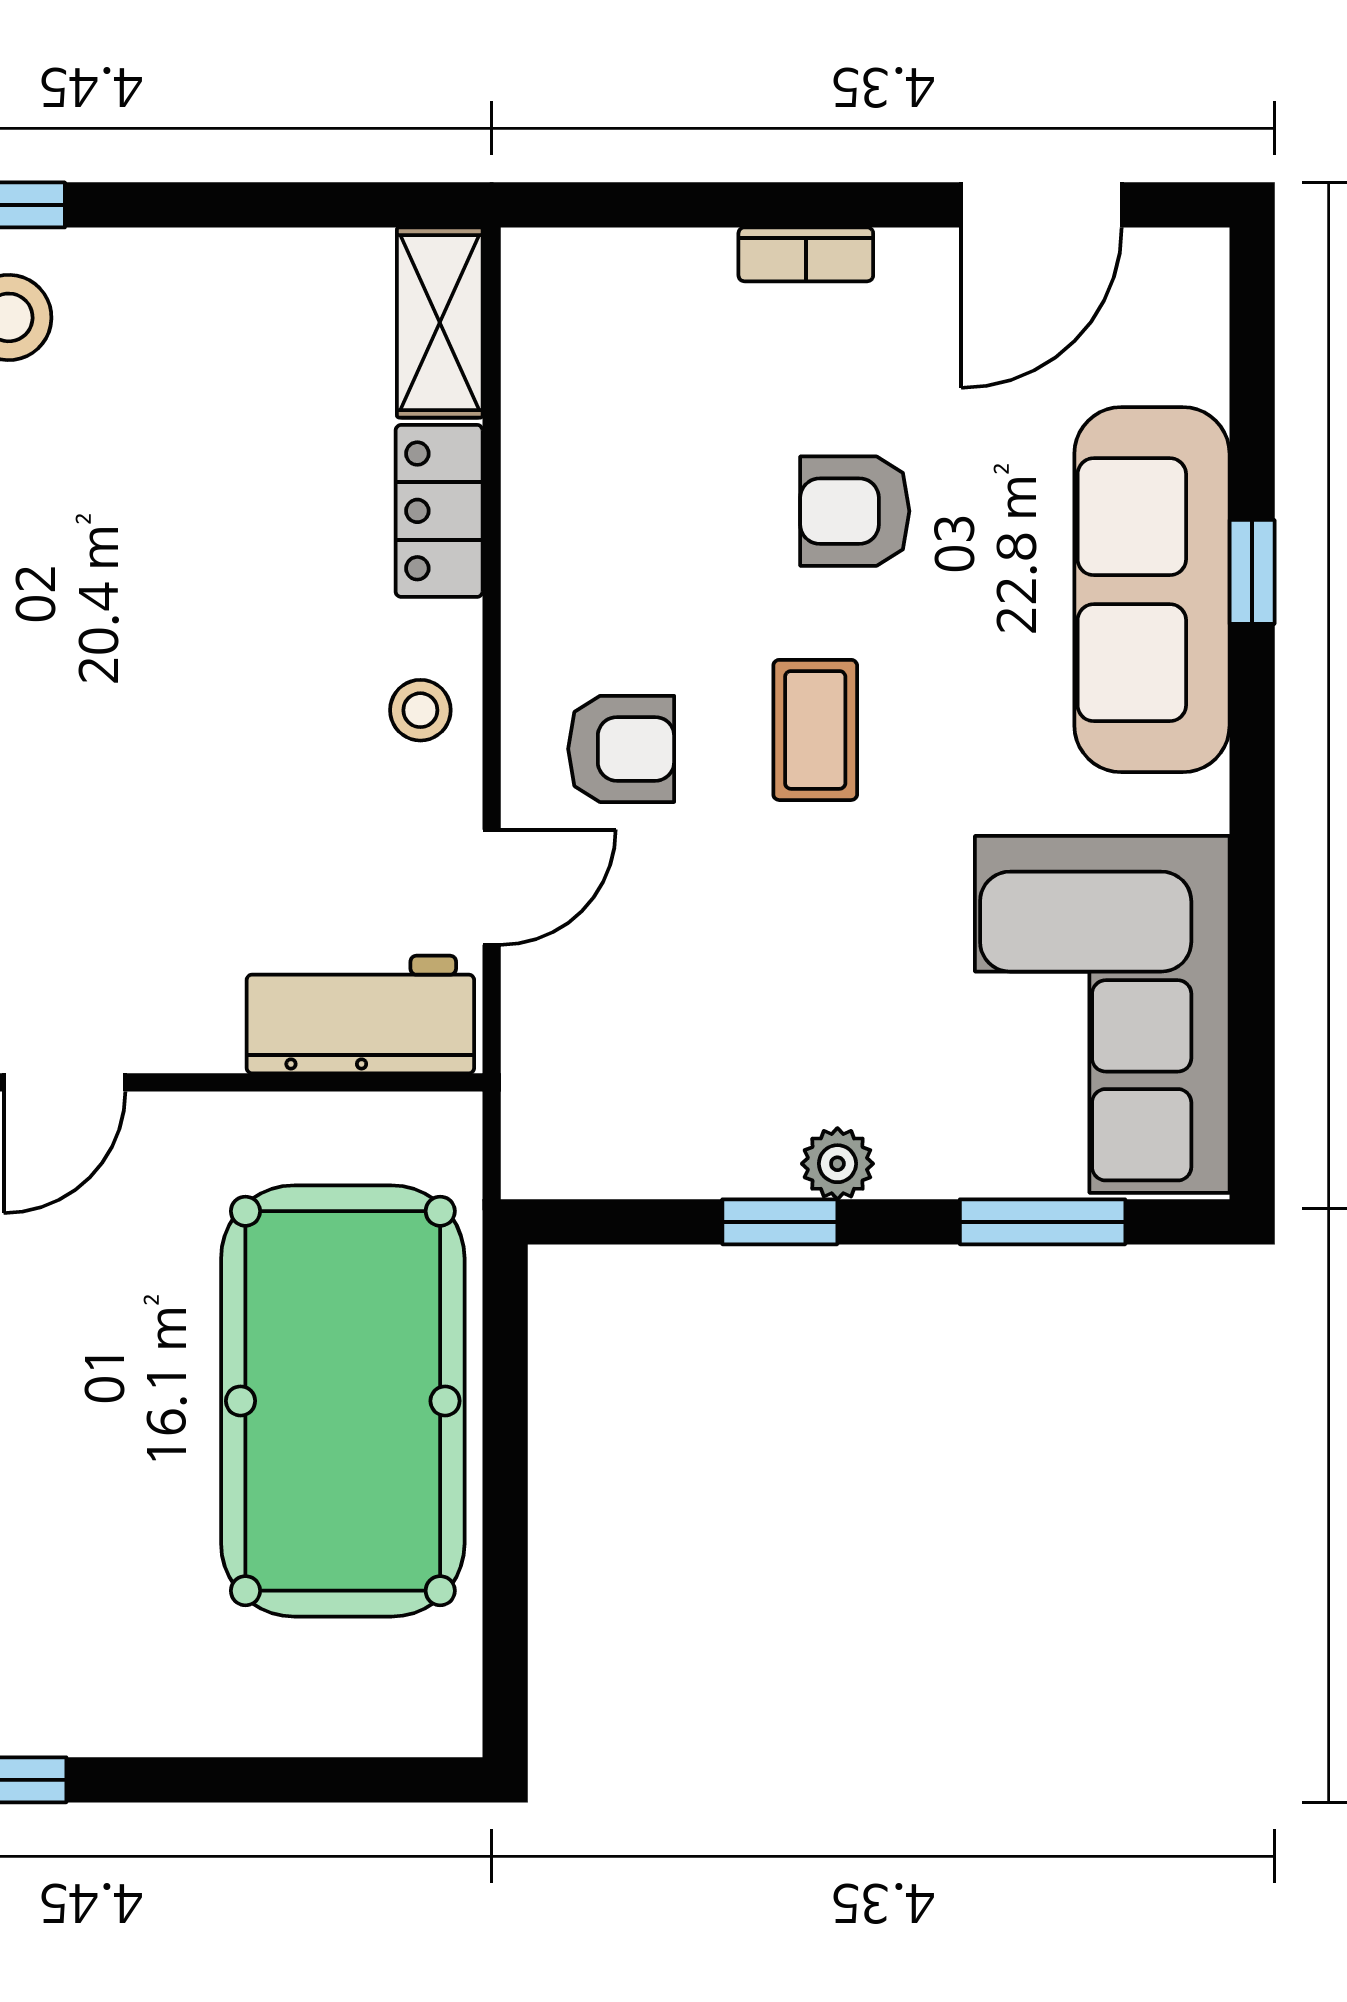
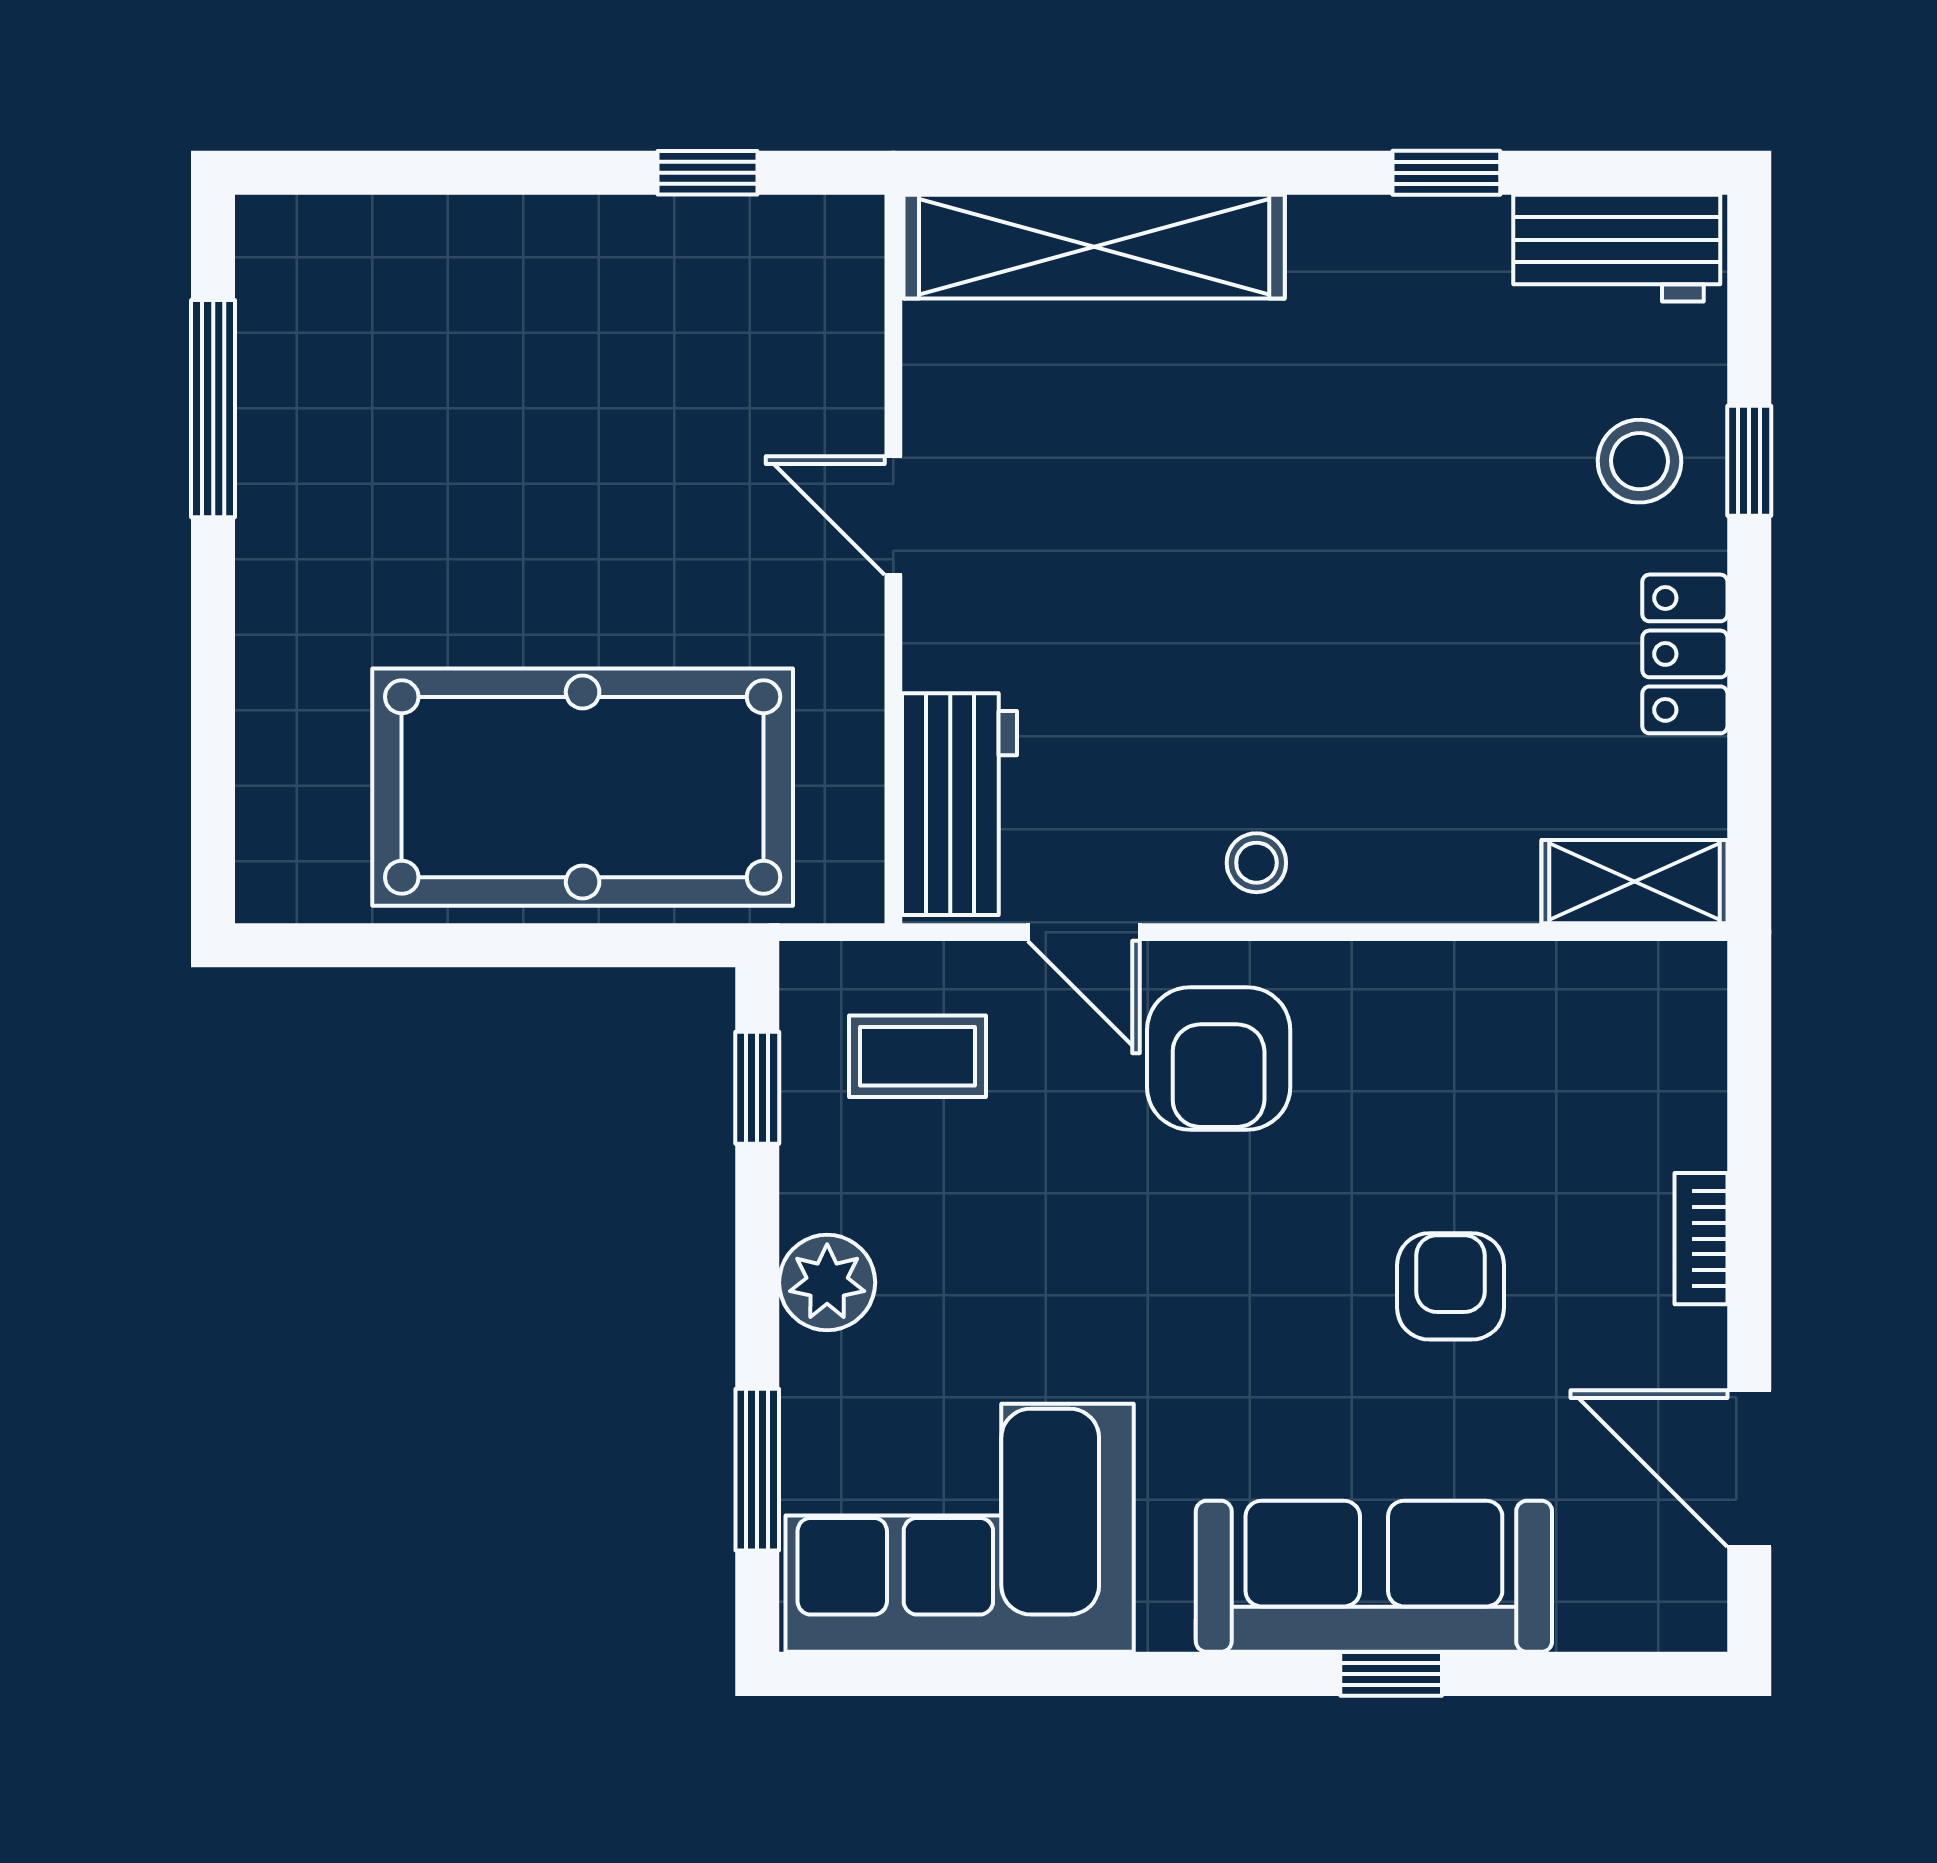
locker: (439, 511) -> (1685, 654), moved, turned -90
coffee table: (815, 730) -> (918, 1056), moved
armchair: (621, 749) -> (1219, 1058), width x1.38, depth x1.38
plant: (837, 1164) -> (827, 1283), width x1.38, depth x1.38
window: (780, 1222) -> (757, 1088), moved

